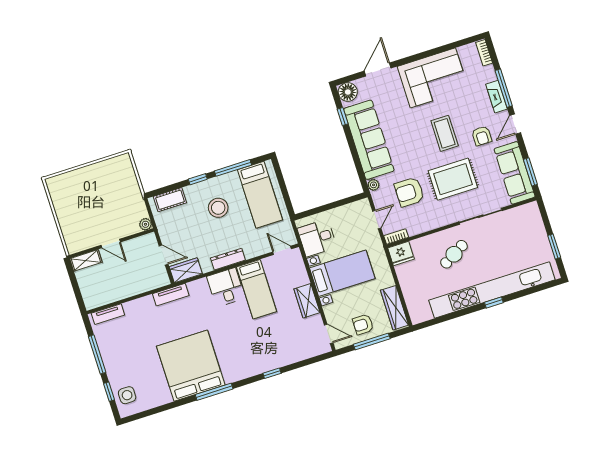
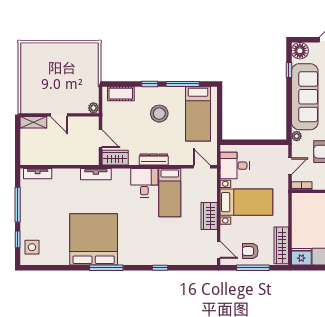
fridge: (401, 253) -> (301, 257), moved, turned 180

